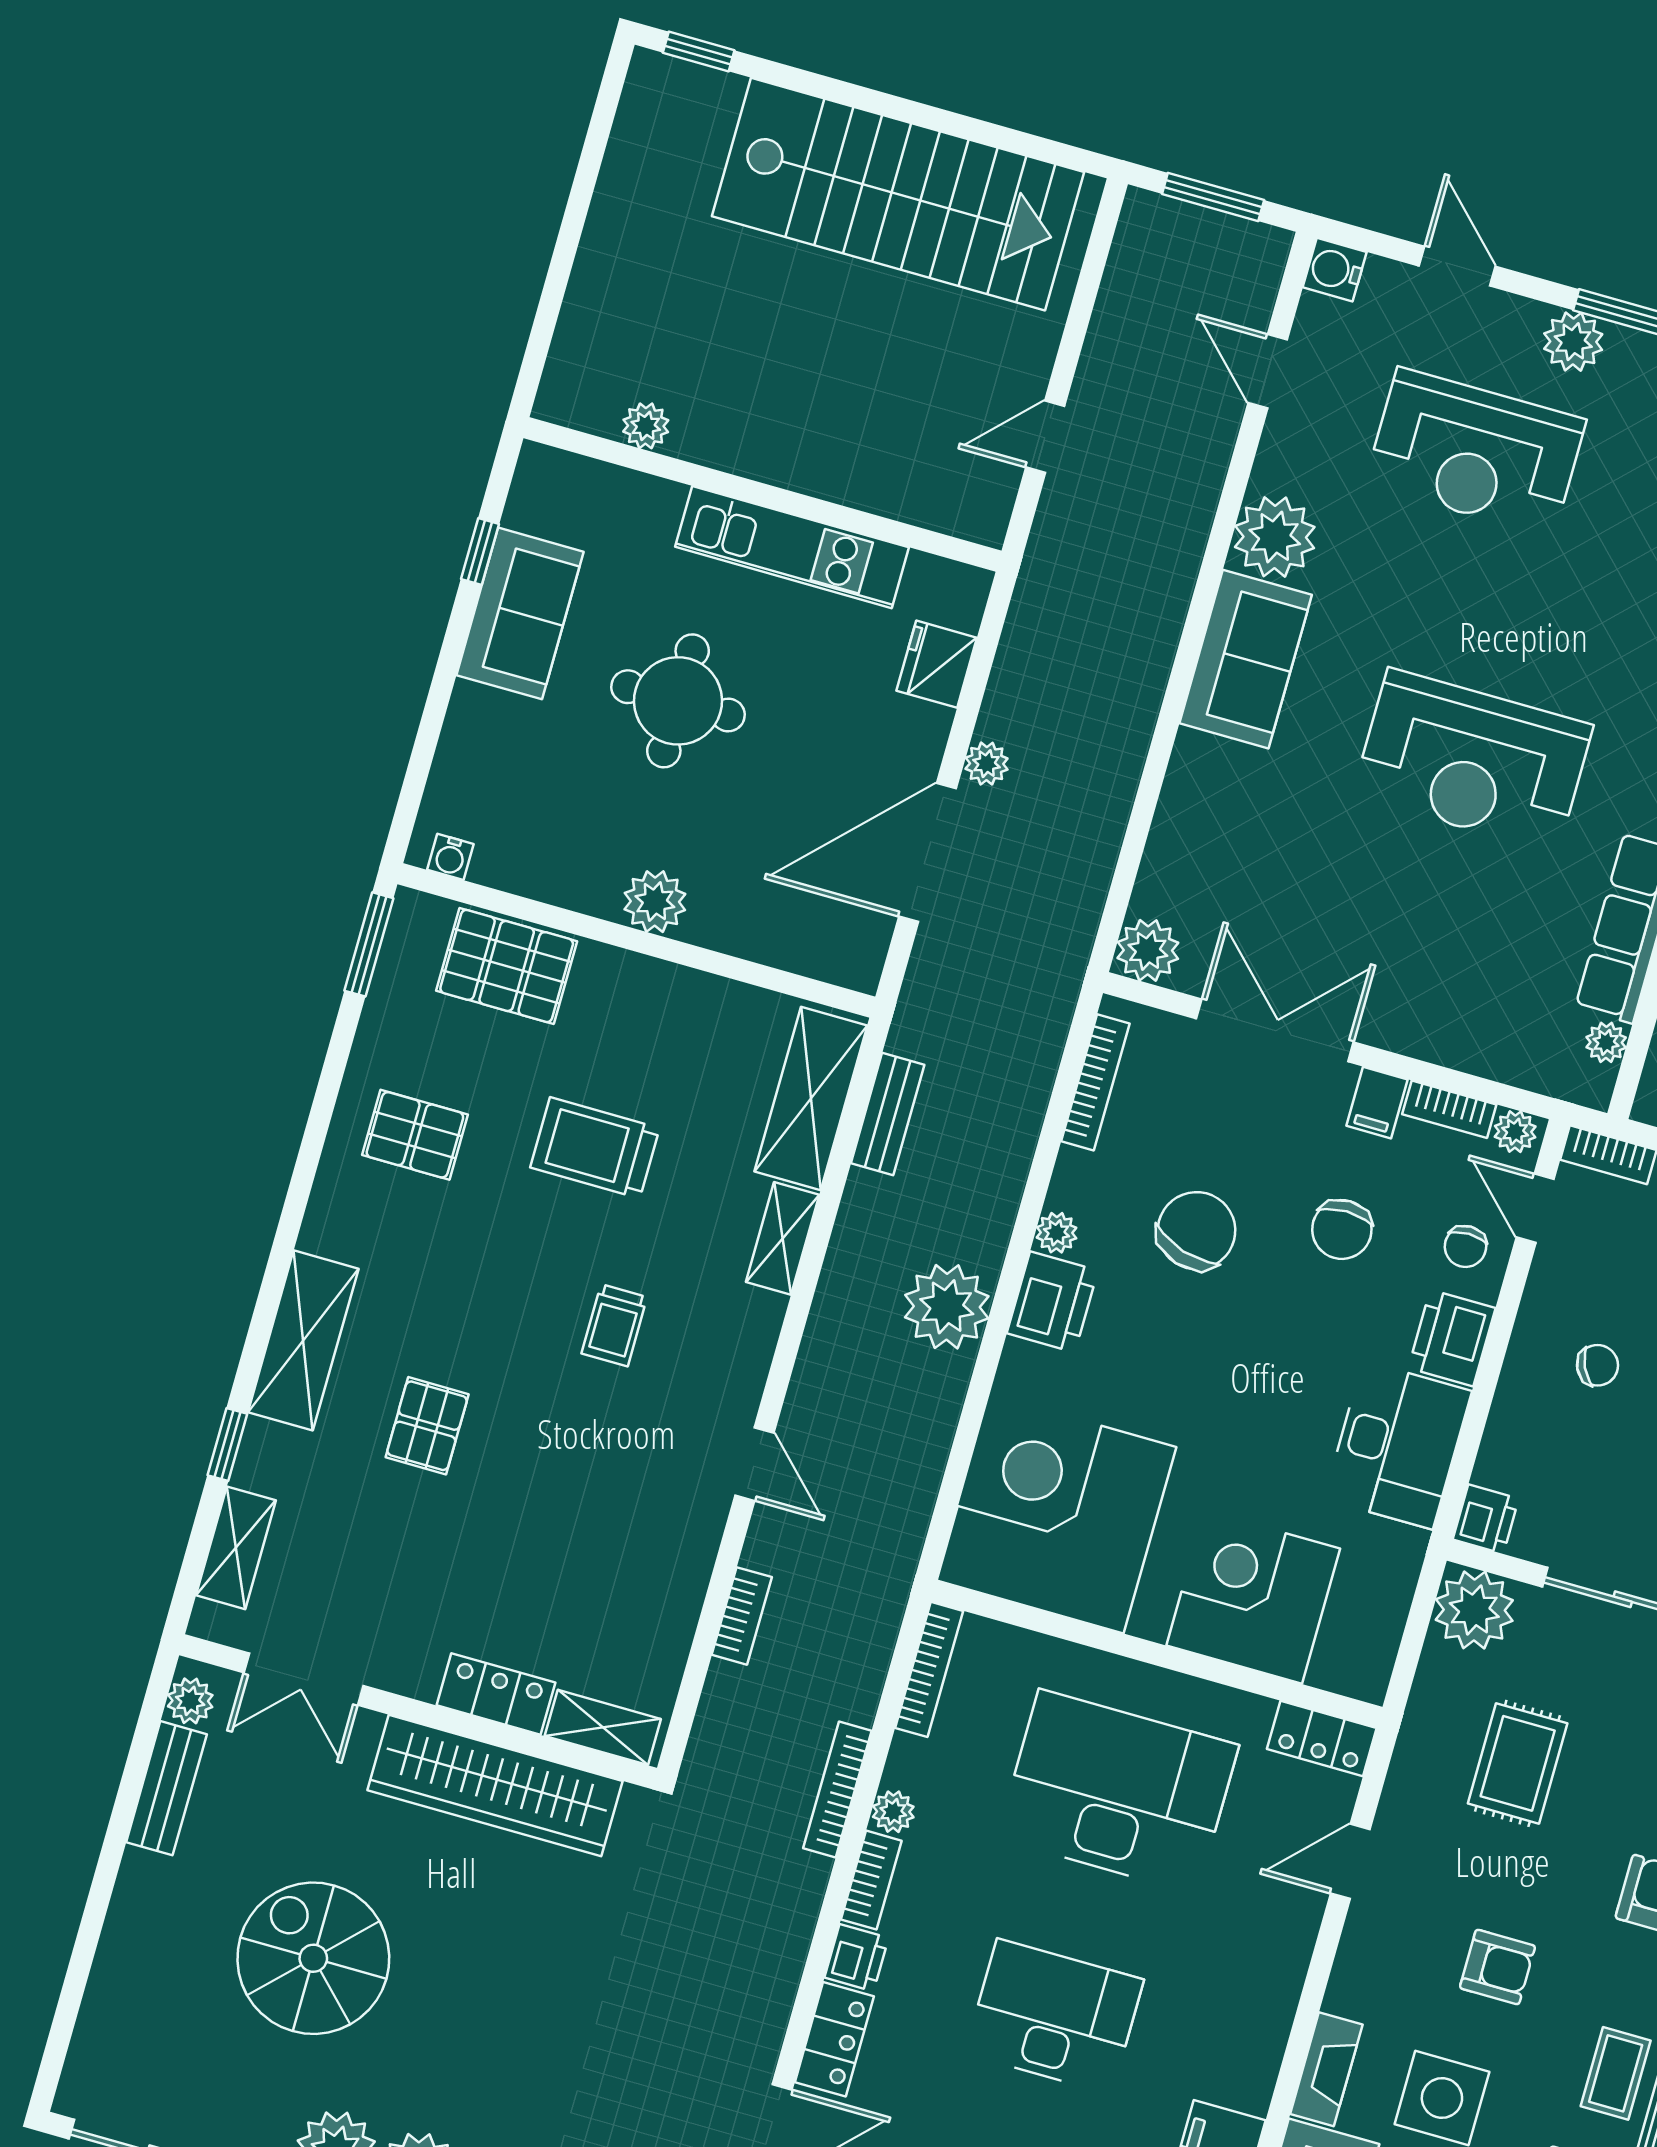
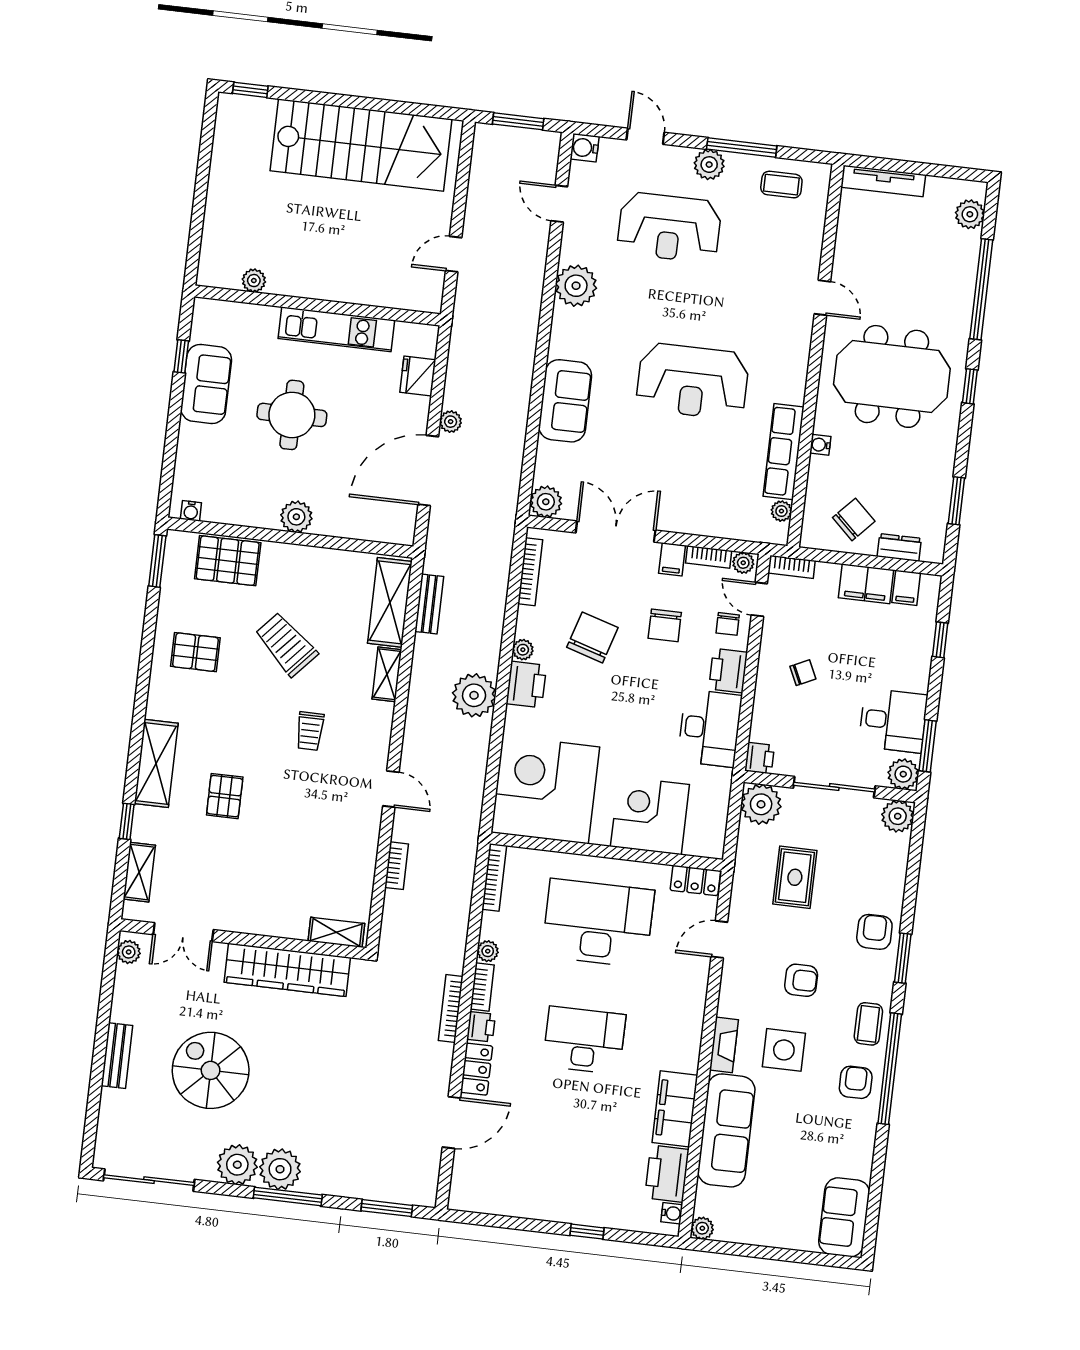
sofa: (1246, 659) -> (565, 401), moved
trolley: (595, 1148) -> (286, 644), turned 42
locker: (496, 1694) -> (280, 924), removed
bench: (166, 1788) -> (117, 1056), moved
bookcase: (837, 1789) -> (451, 1009), moved

